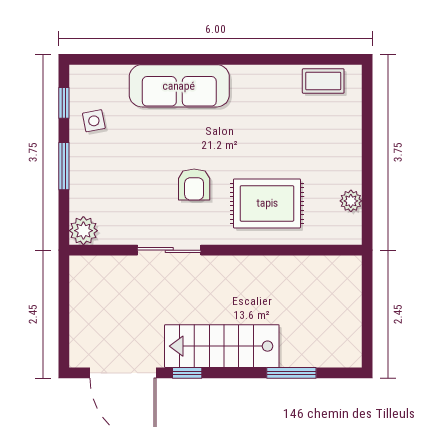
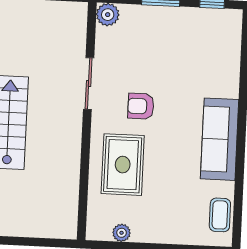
sofa: (179, 86) -> (220, 139), moved
side table: (94, 121) -> (196, 27), removed

